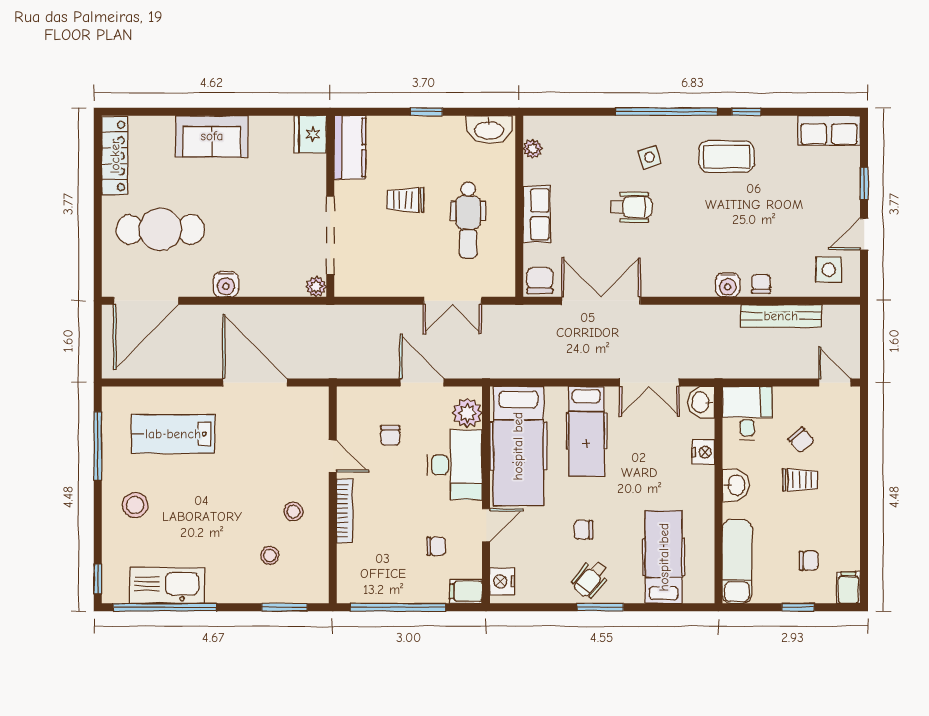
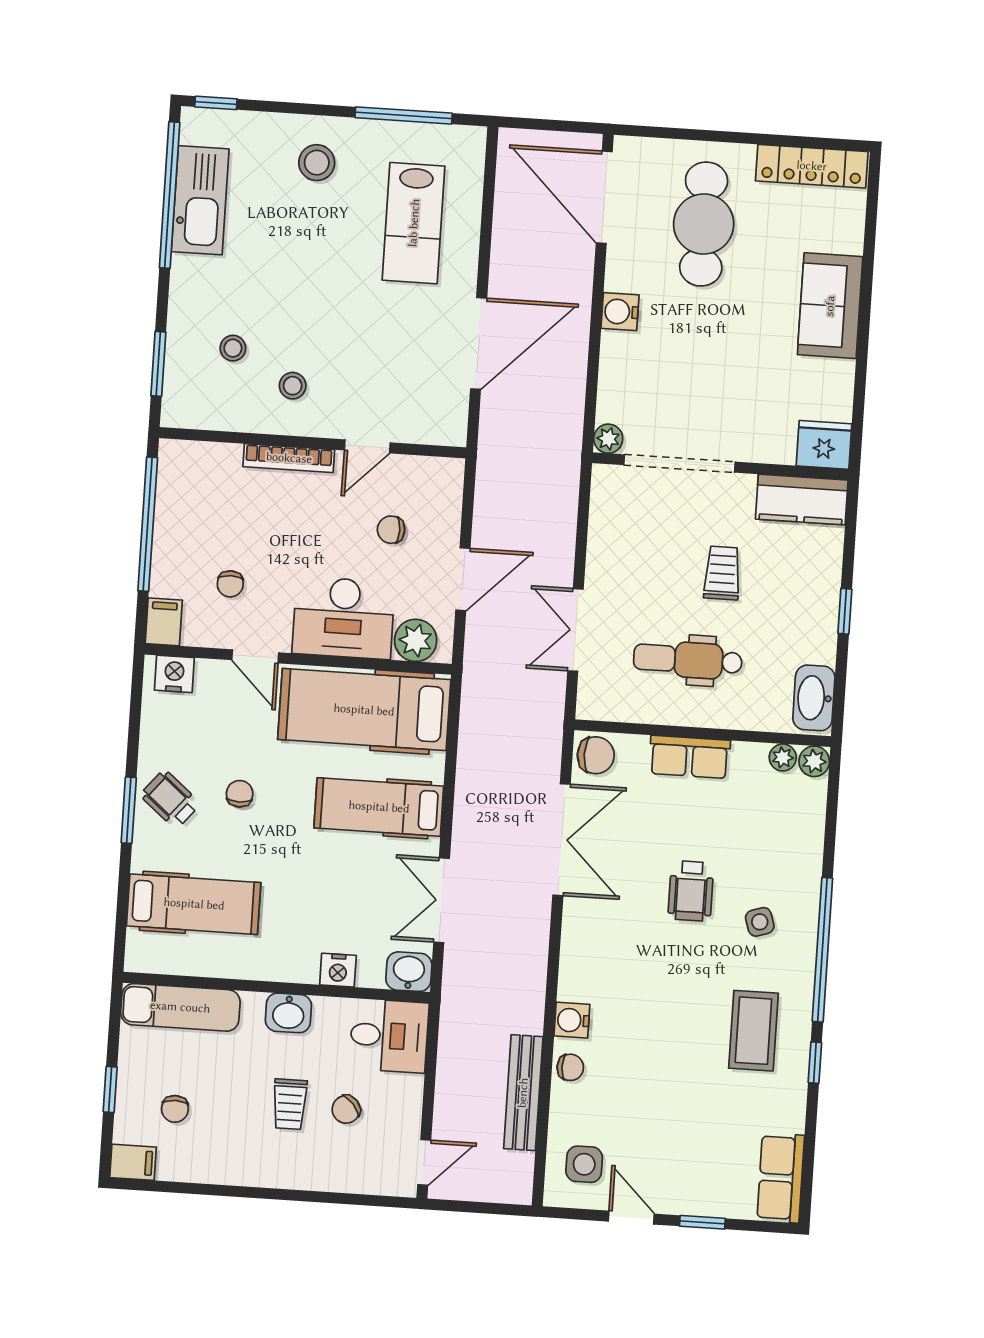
plant: (534, 126) -> (814, 761), added
lab bench: (173, 434) -> (414, 223), turned 180

